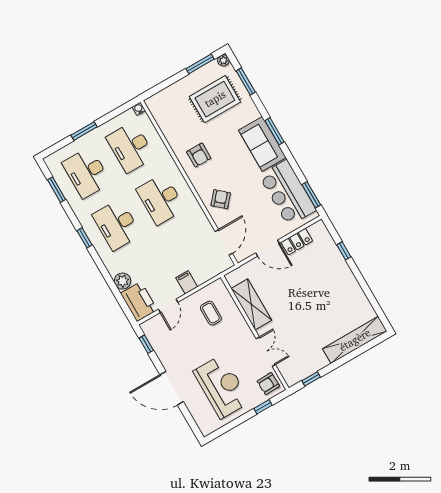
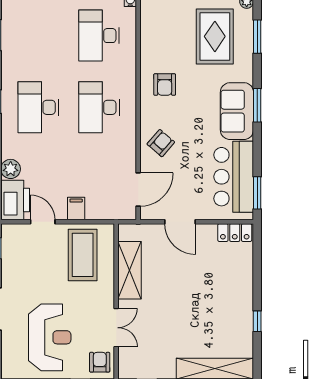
rug: (215, 99) -> (215, 36), turned 90
desk: (87, 173) -> (38, 36), removed
locker: (297, 242) -> (235, 233), moved
window: (344, 251) -> (257, 321), moved
door: (168, 306) -> (43, 222), swing flipped
coffee table: (211, 313) -> (83, 255), width x1.86, depth x1.72
armchair: (268, 384) -> (100, 362), turned 92

